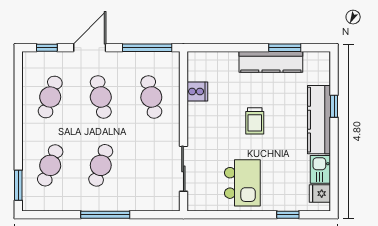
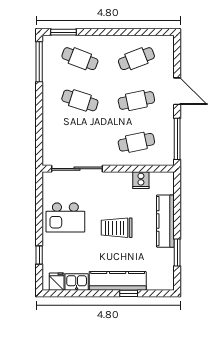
window: (47, 48) -> (177, 56), removed
kitchen counter: (271, 62) -> (165, 221), moved
cafe table: (50, 97) -> (136, 59), turned -39
trolley: (255, 121) -> (117, 228), width x1.36, depth x1.39
sliding door: (183, 169) -> (77, 169), width x1.37
window: (105, 215) -> (39, 62), moved

